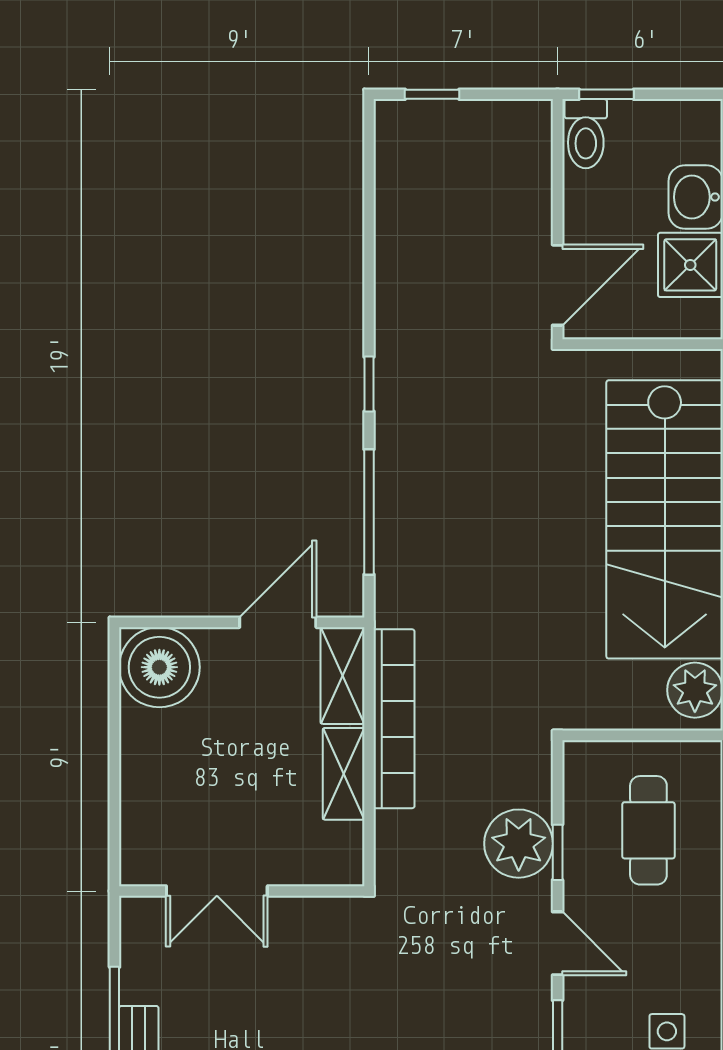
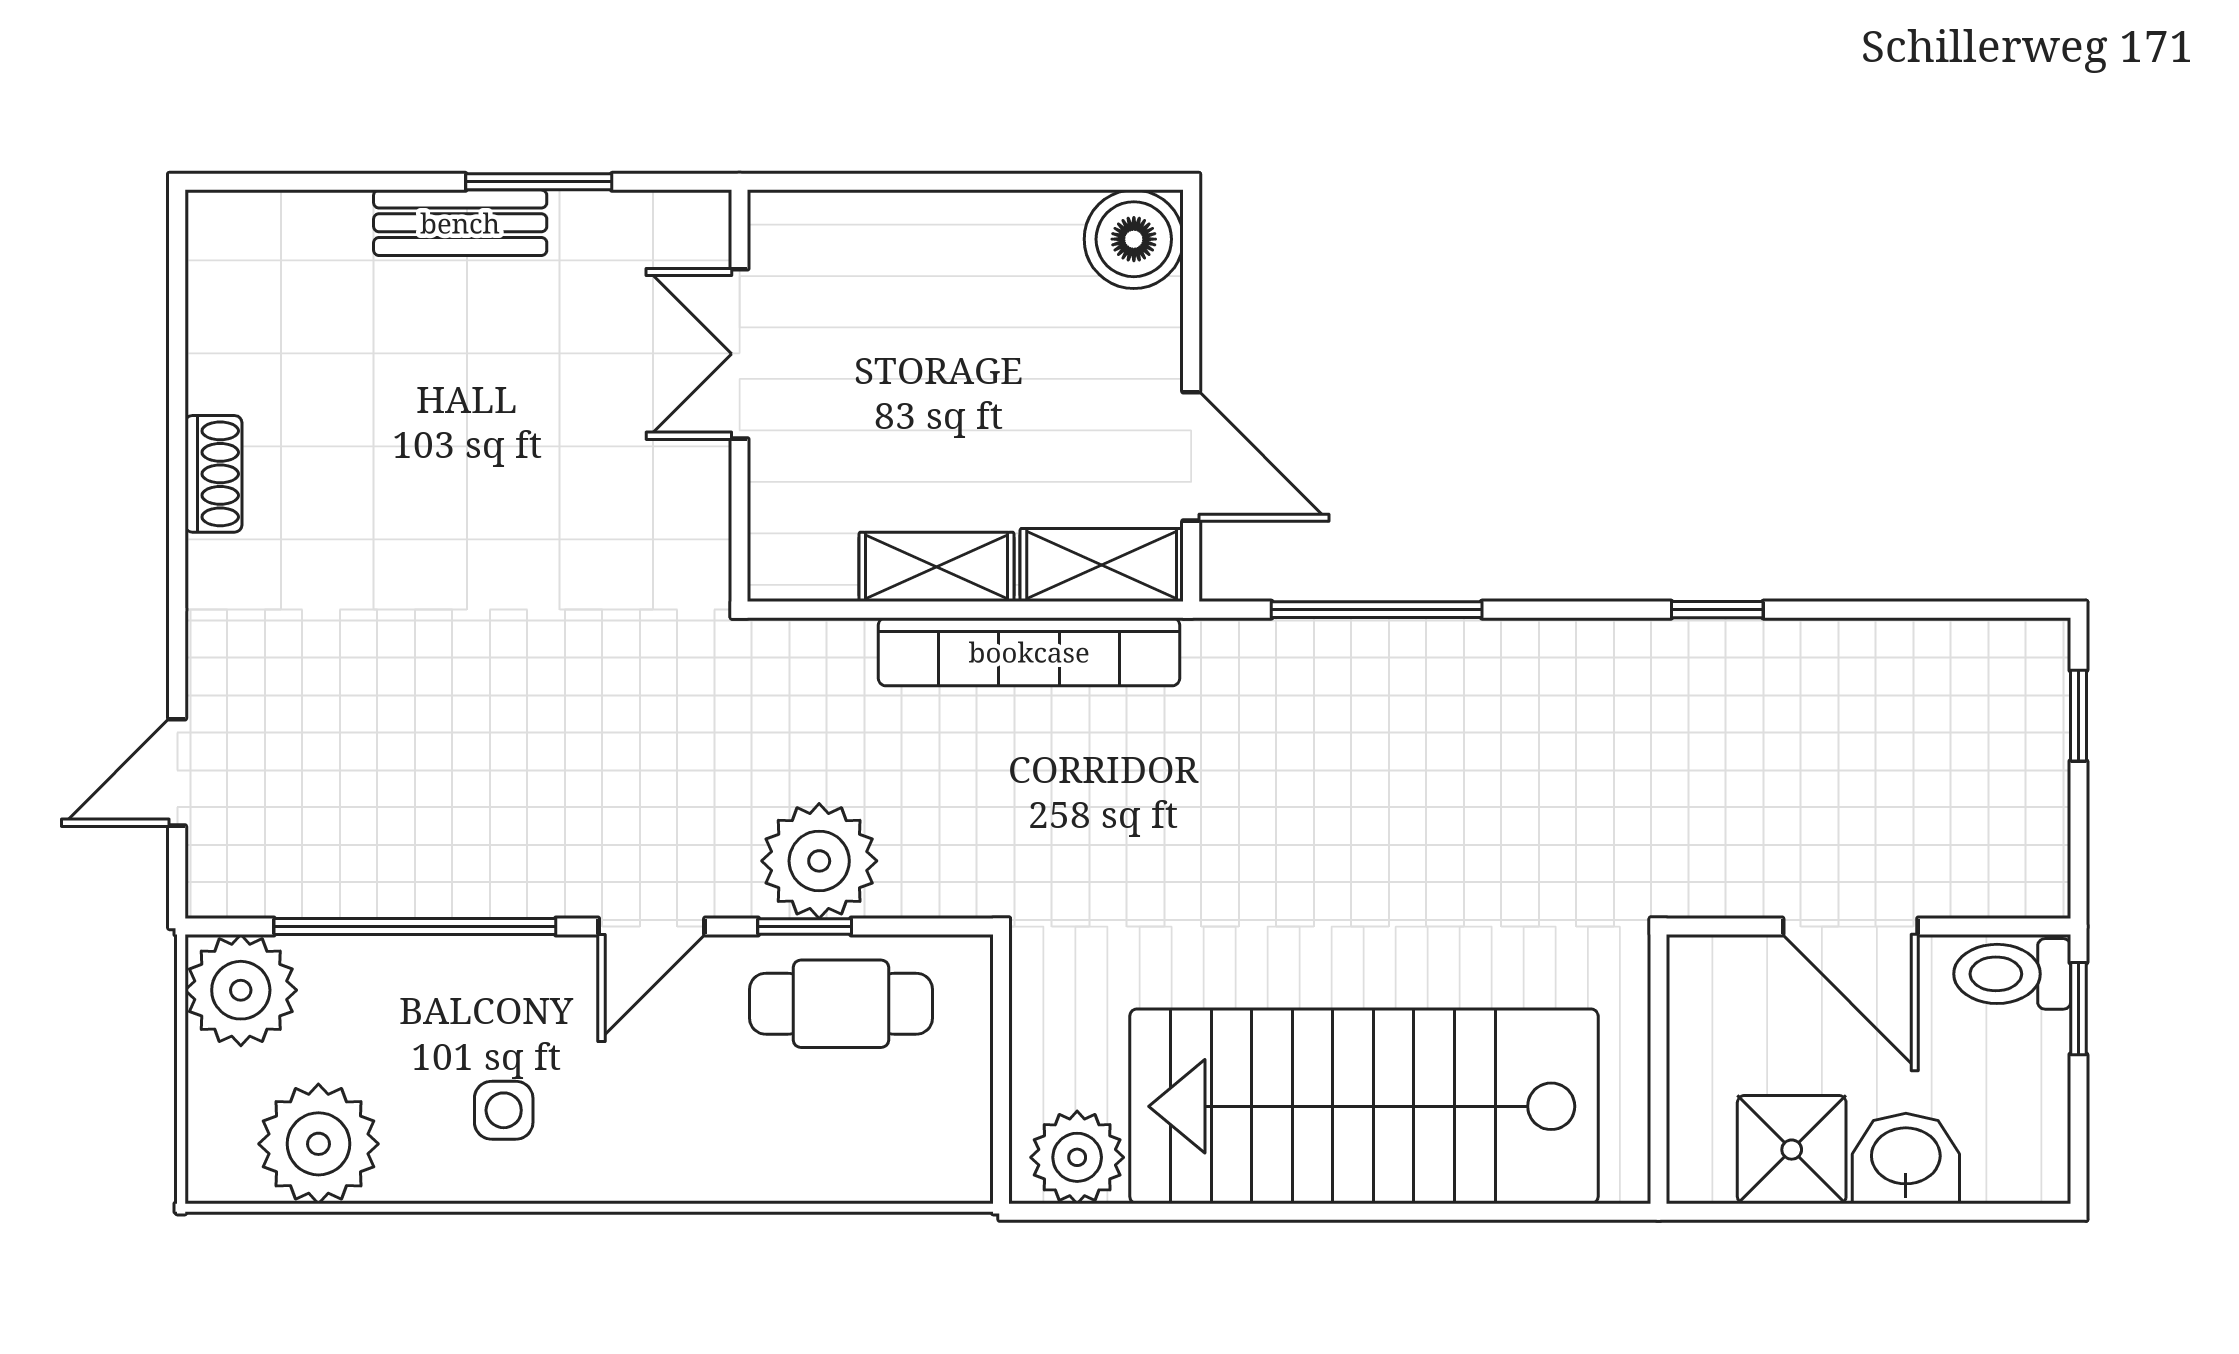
door: (558, 285) -> (1850, 927), moved
window: (369, 384) -> (1717, 610), moved
boiler: (159, 667) -> (1134, 239), width x0.73, depth x0.73
cafe table: (648, 830) -> (841, 1004), moved

